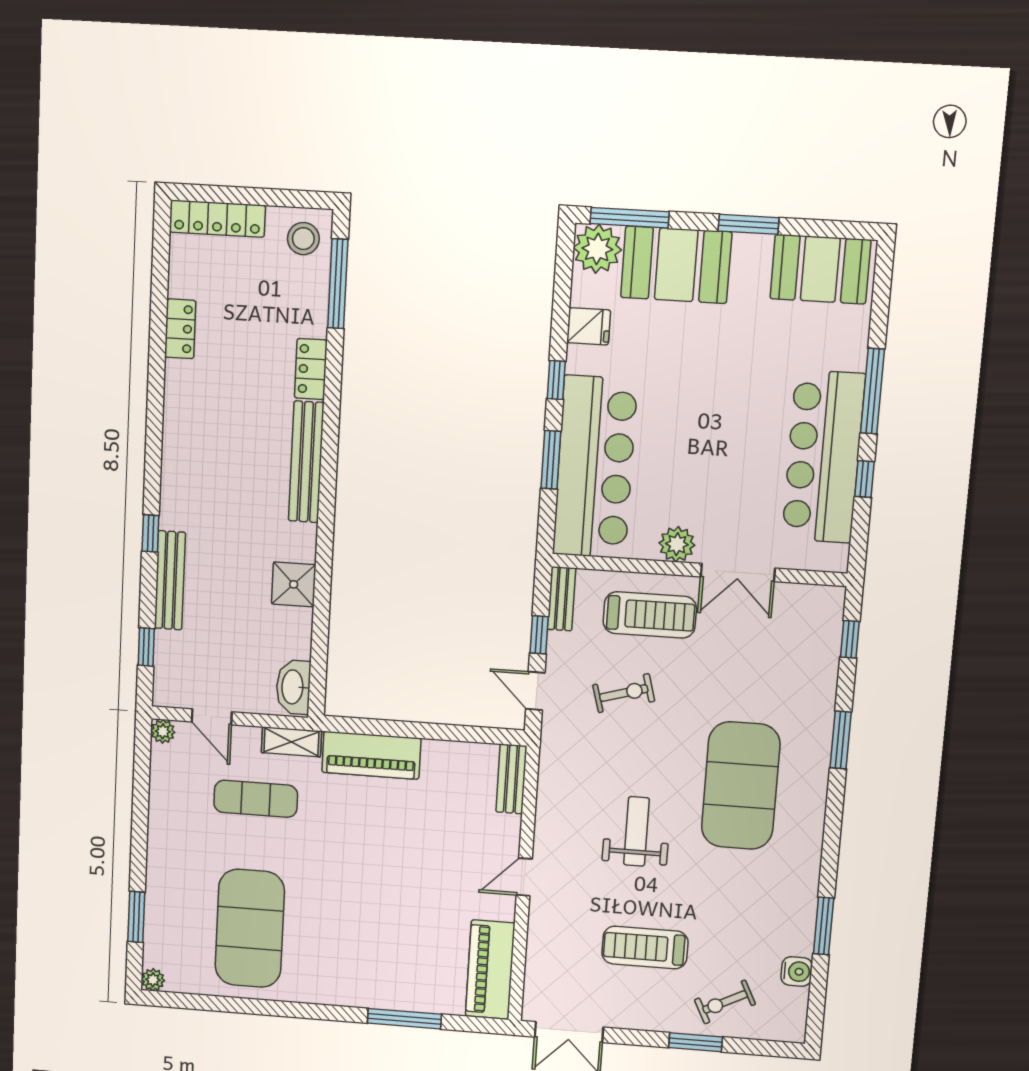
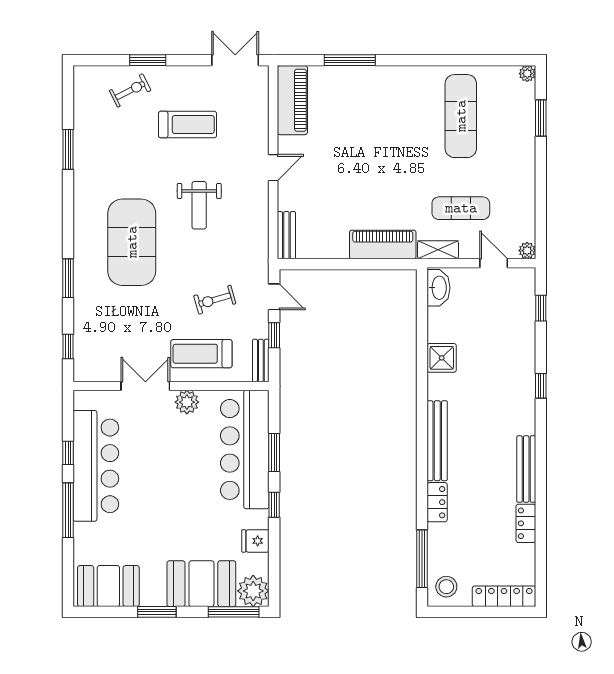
bench: (170, 580) -> (526, 469), moved
exercise mat: (250, 928) -> (461, 116), width x0.68
water cooler: (797, 972) -> (83, 116), removed

